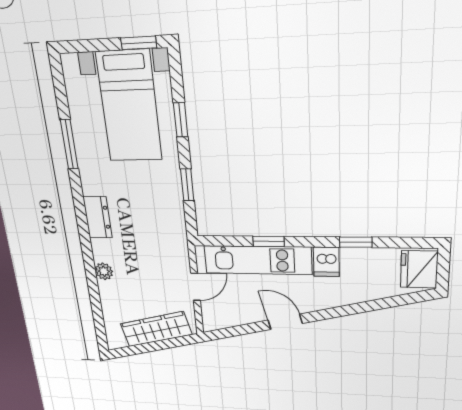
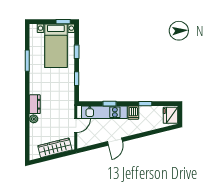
dresser: (98, 217) -> (35, 104), moved
door: (285, 322) -> (115, 142), swing flipped

